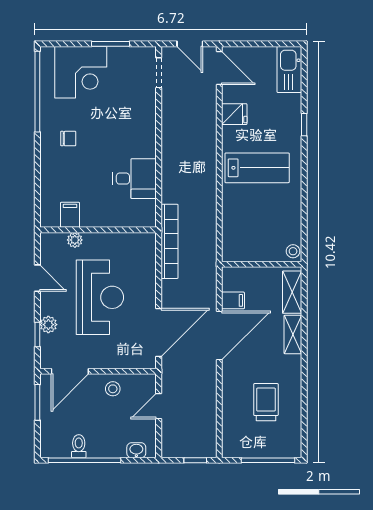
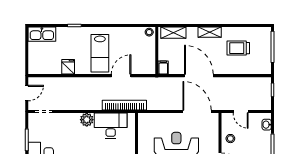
door: (219, 68) -> (121, 76), moved
plant: (145, 146) -> (87, 120), added
lab bench: (257, 168) -> (100, 53), turned 180
desk: (135, 179) -> (111, 126), width x1.37
bookcase: (169, 241) -> (124, 105), moved
filing cabinet: (233, 300) -> (163, 68), moved
shelving: (293, 334) -> (210, 32), moved

